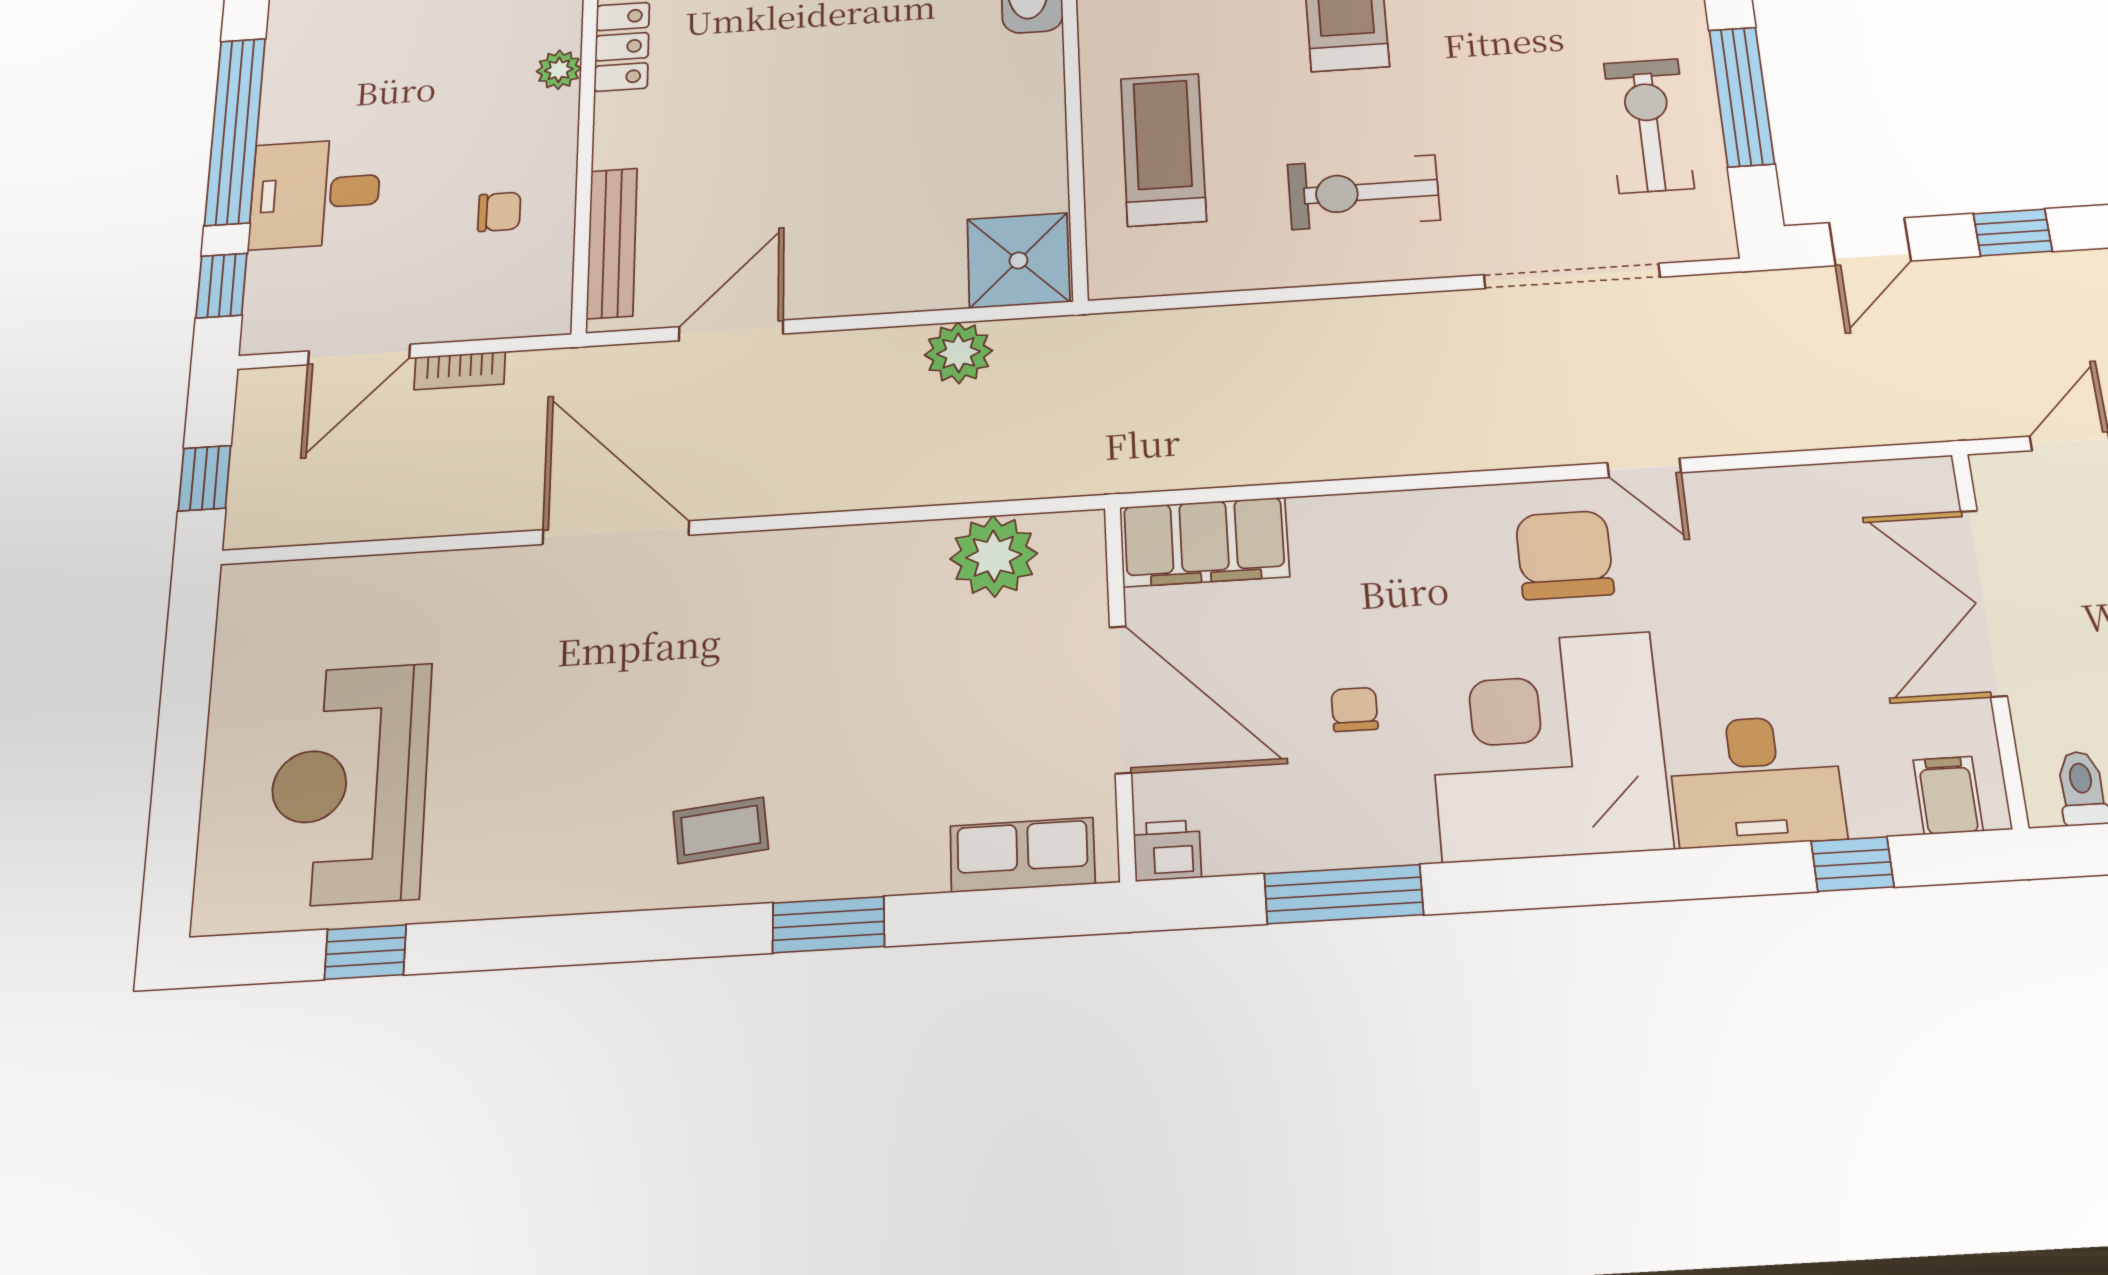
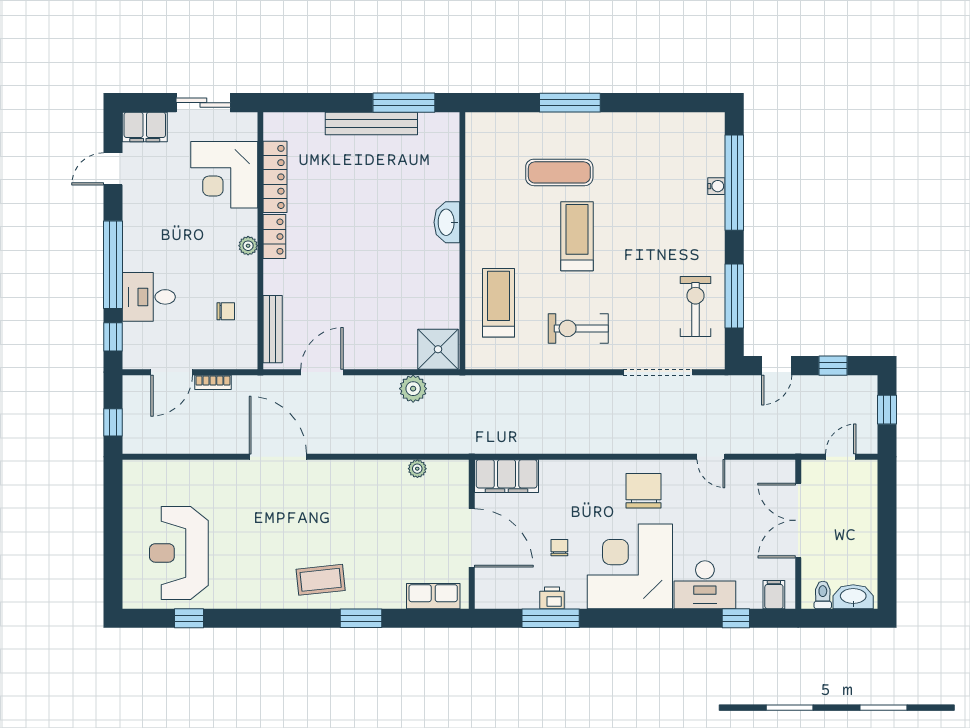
door: (1644, 468) -> (711, 457), moved
plant: (994, 556) -> (417, 469), width x0.53, depth x0.53
coffee table: (721, 830) -> (321, 580), width x1.36, depth x1.30
printer: (1167, 851) -> (552, 598), moved

